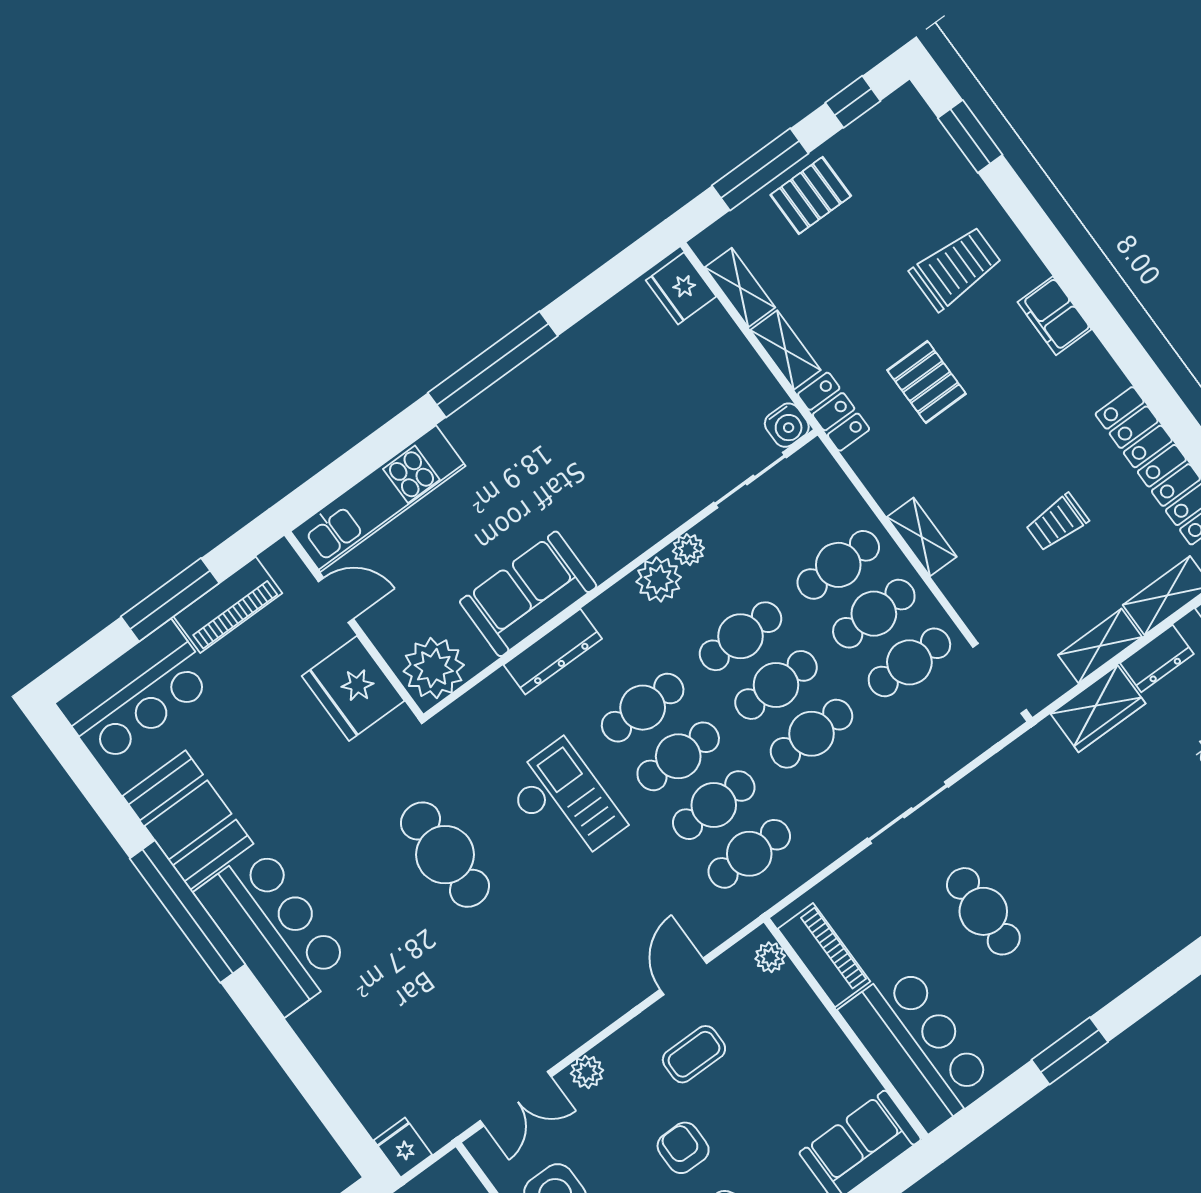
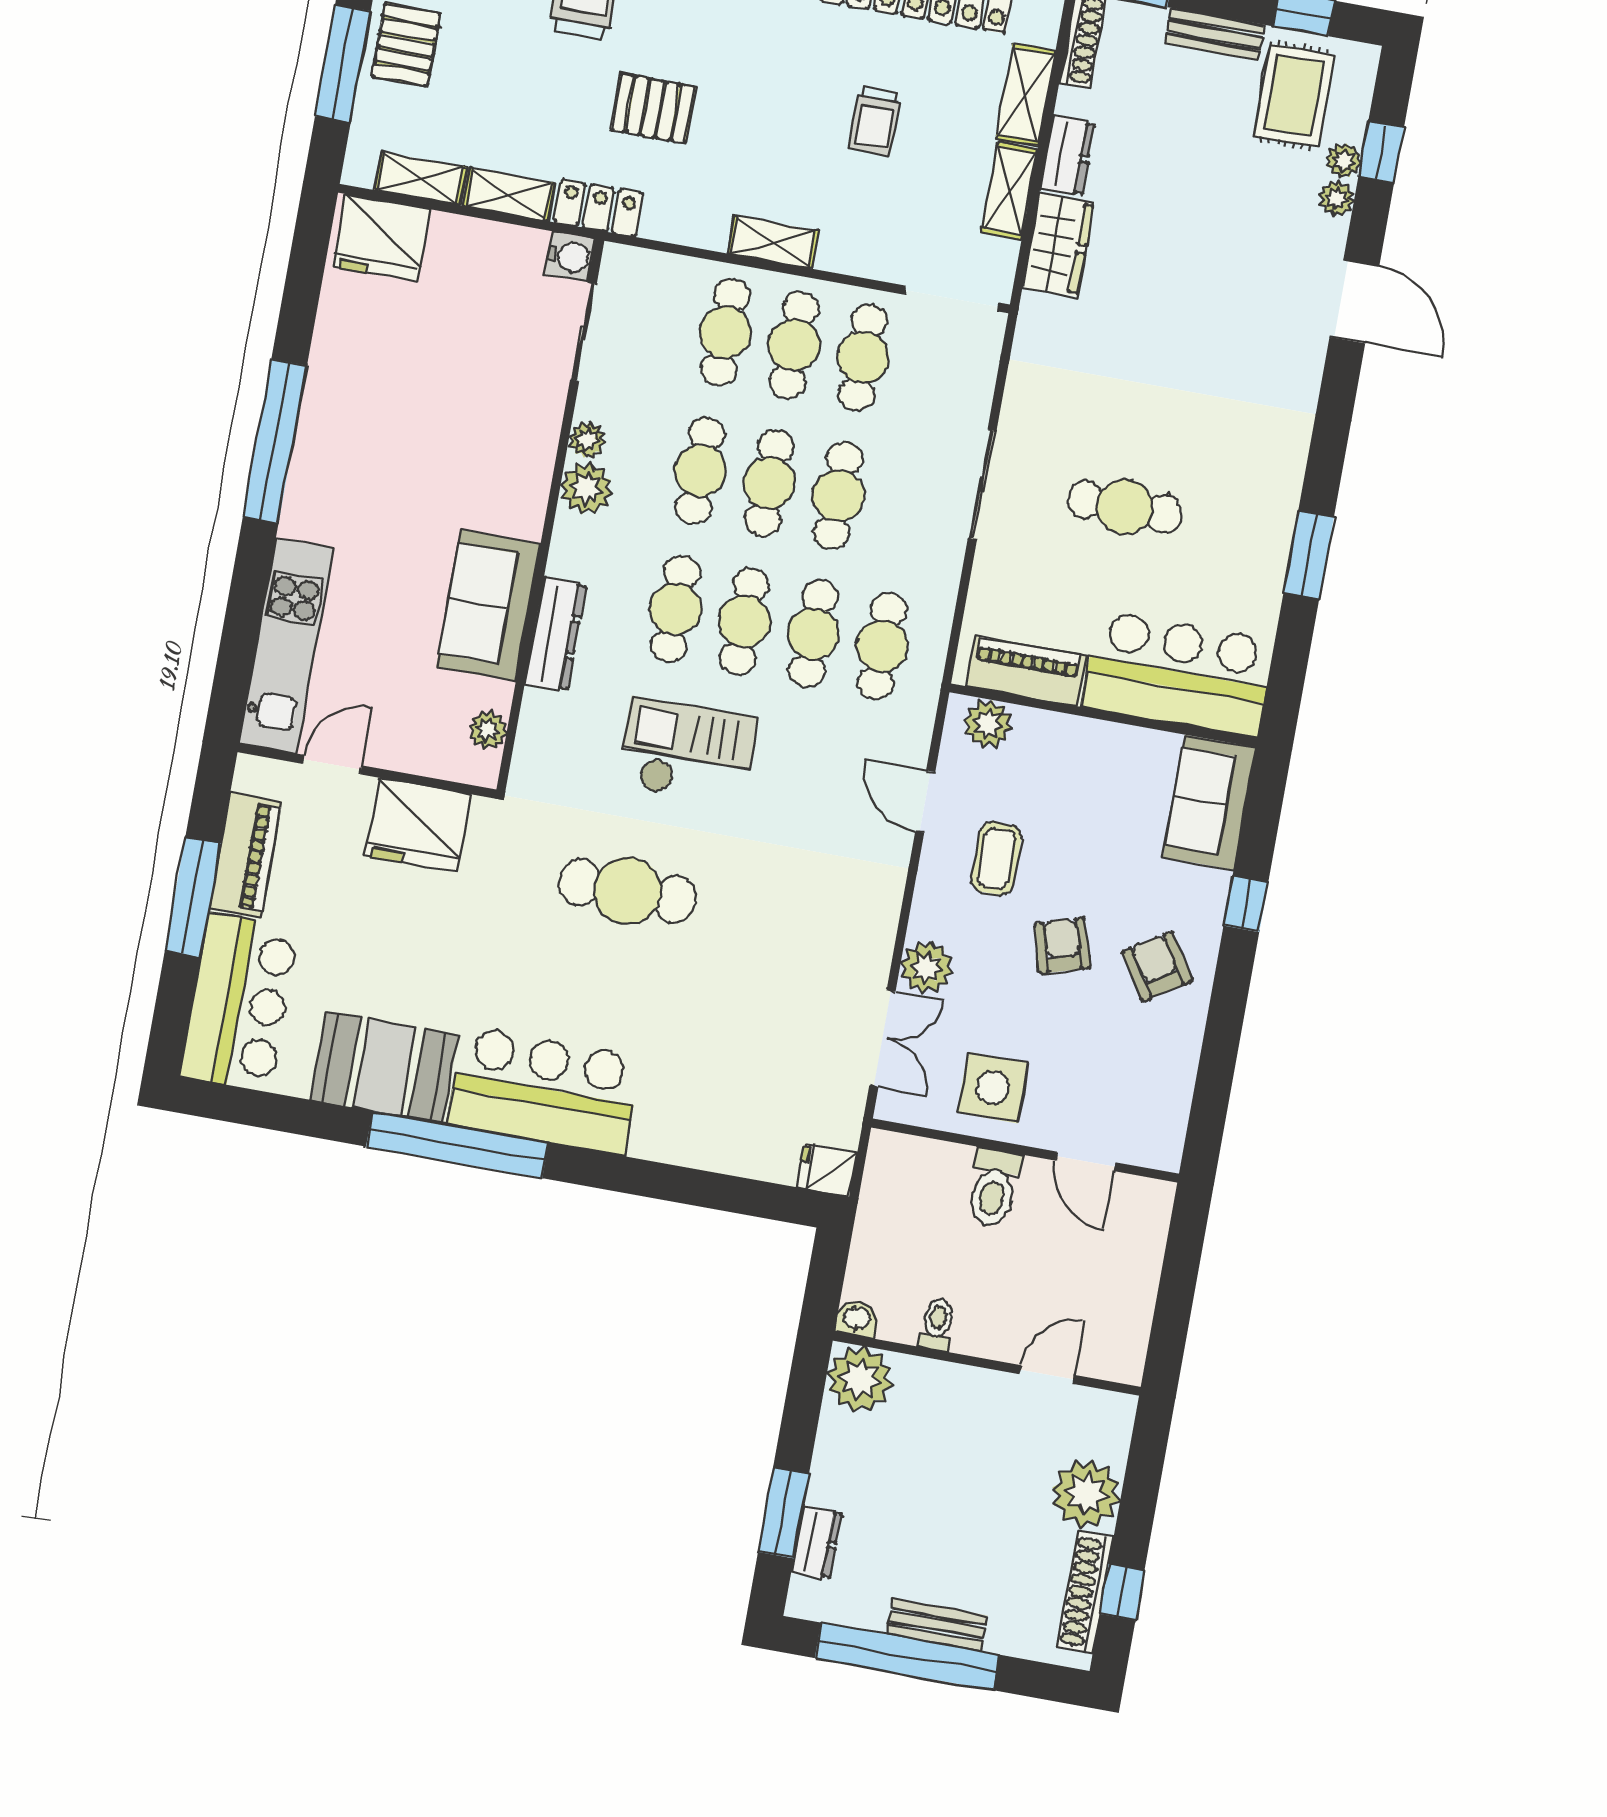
fridge: (681, 288) -> (382, 238), width x1.36, depth x1.34
plant: (434, 668) -> (488, 730), width x0.53, depth x0.53
plant: (770, 957) -> (988, 724), width x1.38, depth x1.38
plant: (587, 1072) -> (927, 967), width x1.38, depth x1.38
armchair: (683, 1148) -> (1062, 946), turned 73

